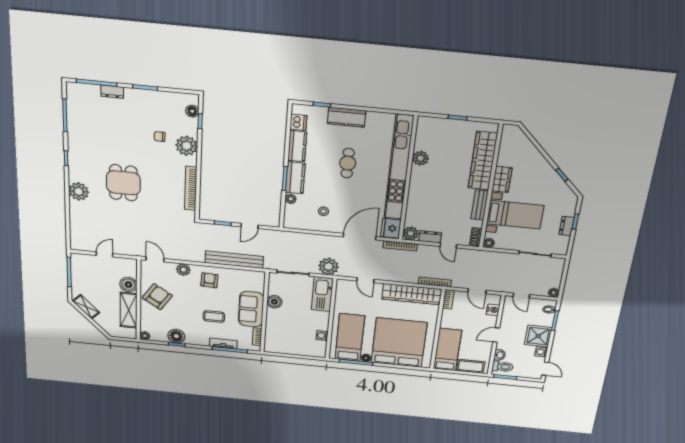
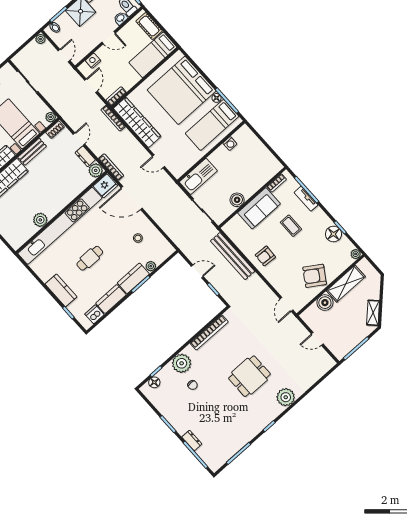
plant: (329, 266) -> (174, 194), removed
plant: (183, 270) -> (275, 280), removed
door: (365, 280) -> (159, 161), swing flipped

